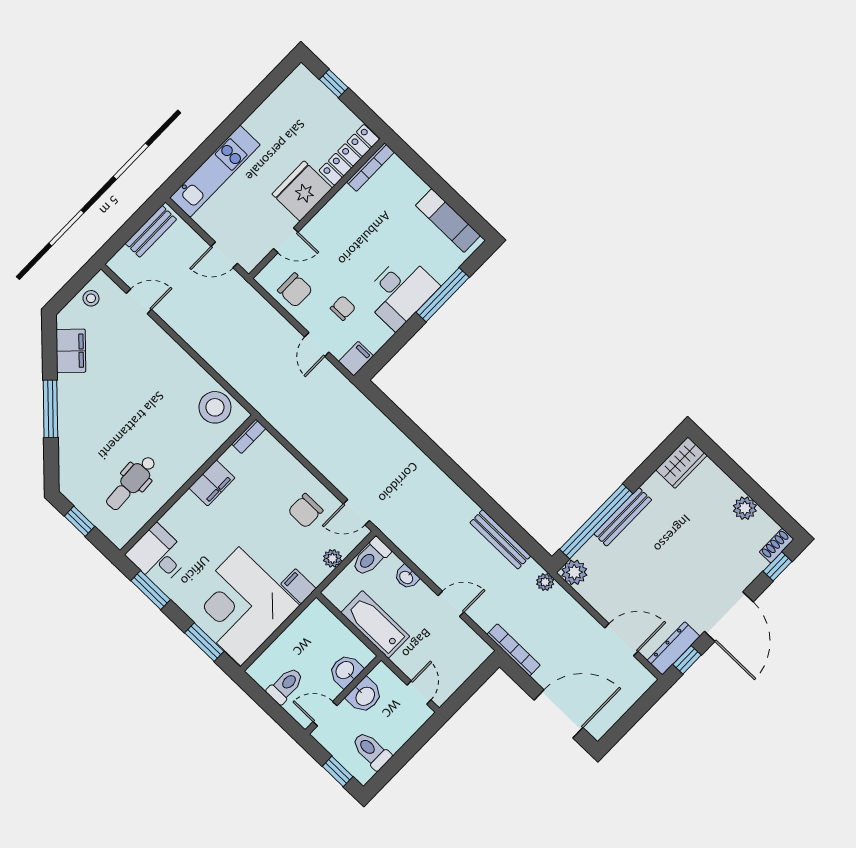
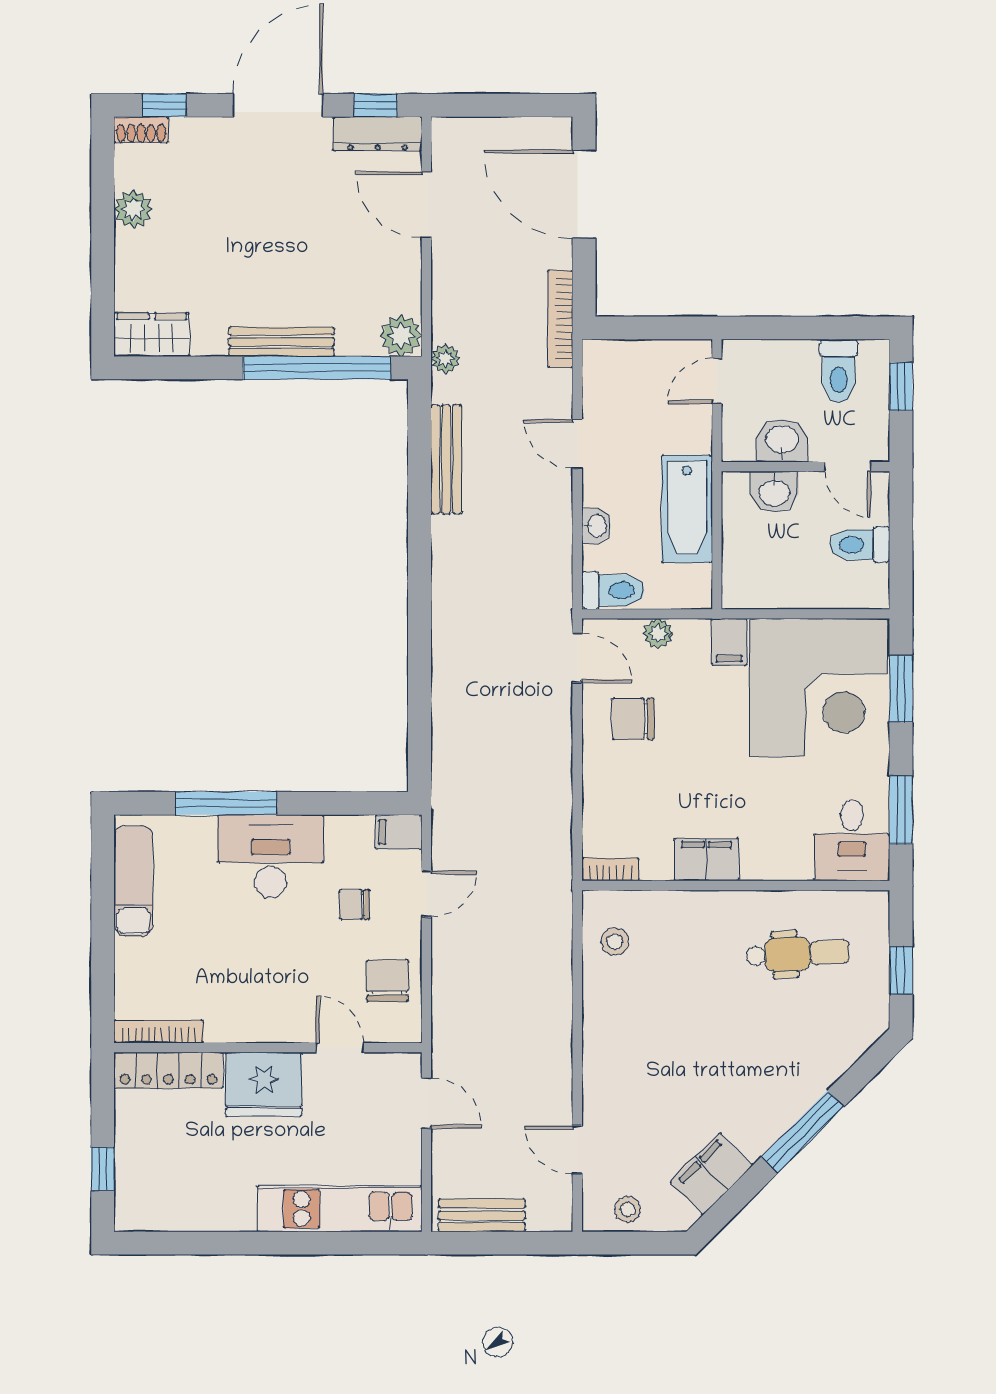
stool: (215, 407) -> (615, 941), width x0.53, depth x0.53
chair: (305, 511) -> (633, 719), turned 180

